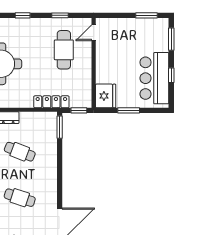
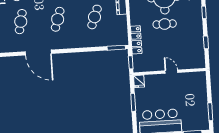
door: (94, 33) -> (171, 72), moved
cafe table: (64, 50) -> (165, 24), moved, width x0.73, depth x0.74
fridge: (106, 96) -> (139, 81), width x0.53, depth x0.75

